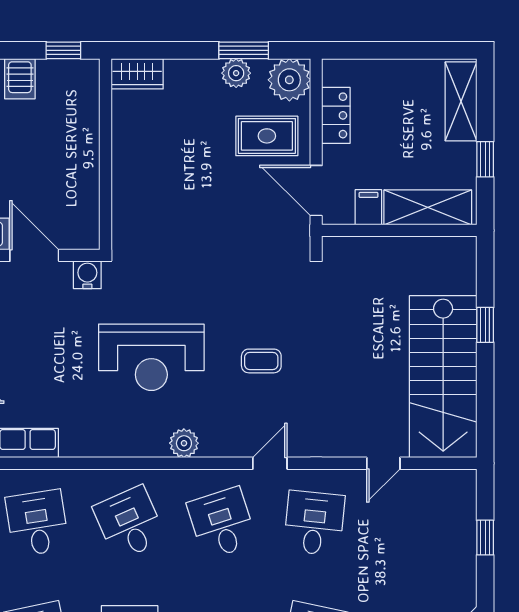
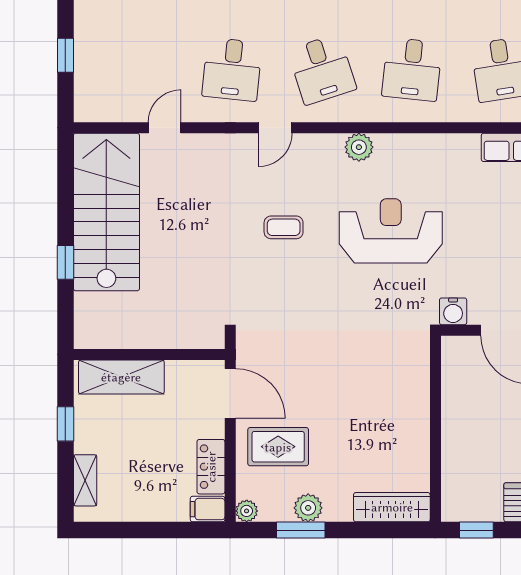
wardrobe: (137, 74) -> (392, 507), width x1.50
plant: (289, 80) -> (247, 511), width x0.53, depth x0.53
shelving: (461, 101) -> (85, 480), width x0.67, depth x0.75
filing cabinet: (368, 207) -> (208, 509), moved, turned 90
desk: (130, 523) -> (412, 69), turned 30

